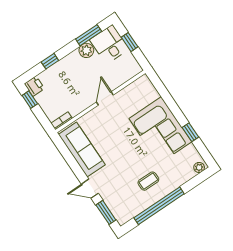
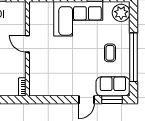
sofa: (82, 150) -> (113, 86), moved, width x0.73
plant: (199, 168) -> (121, 13), width x1.88, depth x1.88

